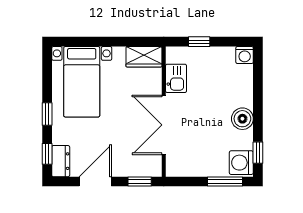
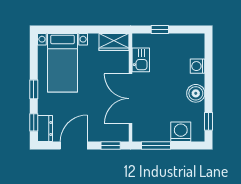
washing machine: (245, 55) -> (198, 66), moved, turned 90
washing machine: (241, 163) -> (181, 132), moved, turned 90
window: (225, 182) -> (156, 145), moved

